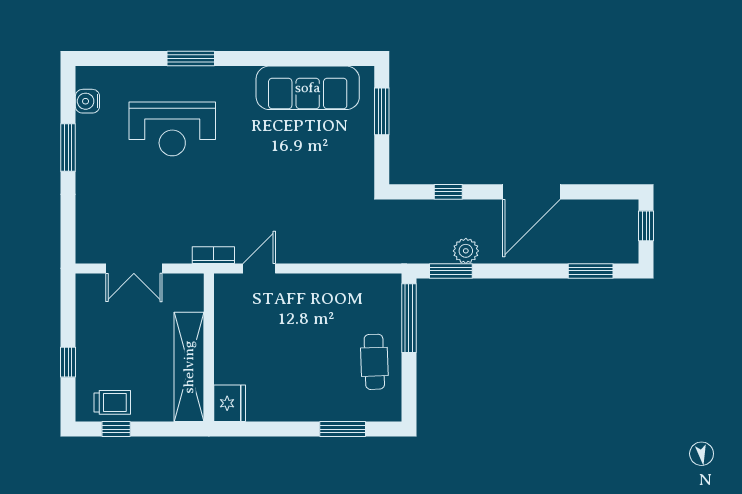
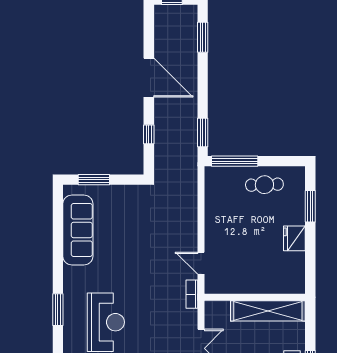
plant: (466, 251) -> (189, 122), removed
fridge: (230, 403) -> (294, 238), moved, turned -90

